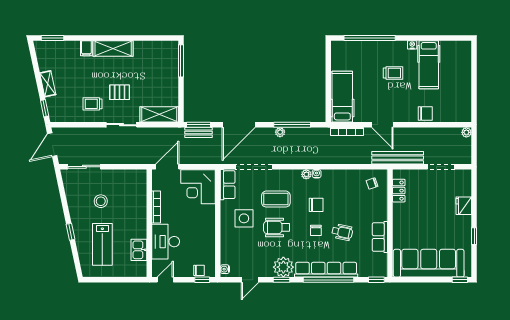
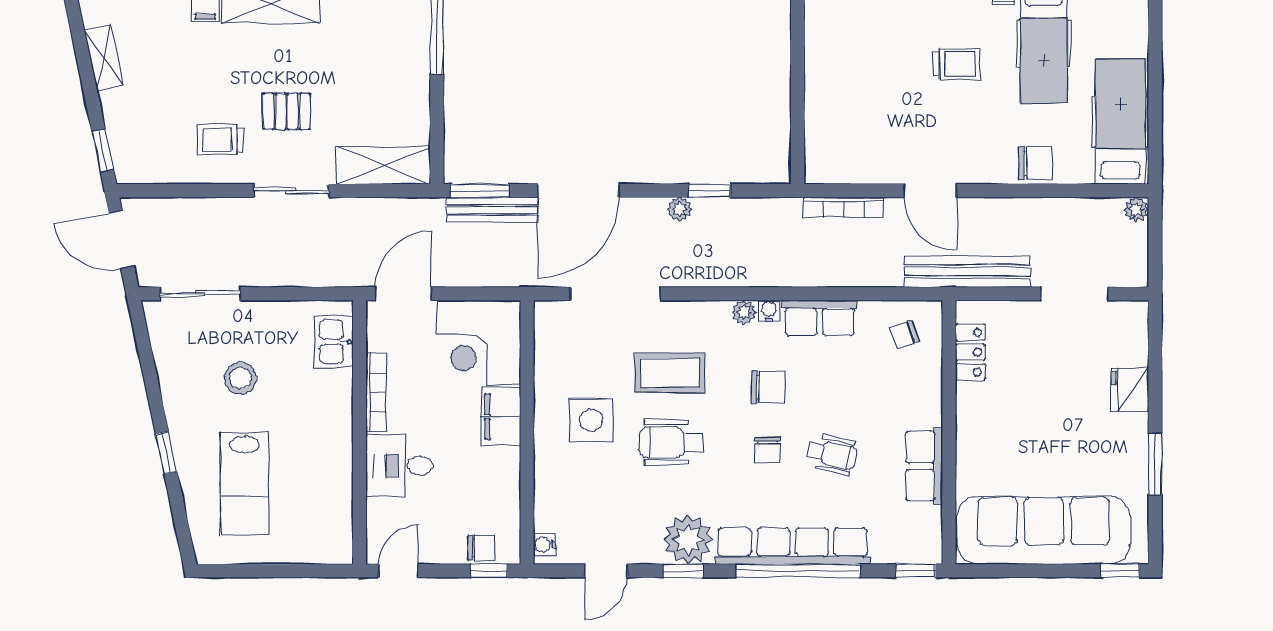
shelving: (48, 84) -> (104, 57), moved
hospital bed: (342, 97) -> (1120, 122), moved
window: (292, 125) -> (709, 191), width x0.46
bench: (199, 132) -> (492, 210), width x1.36
door: (52, 145) -> (122, 240), hinge flipped
row of seats: (228, 185) -> (820, 318), moved, turned 90
filing cabinet: (207, 217) -> (501, 417), added
window: (474, 236) -> (1155, 464), width x1.50
desk: (166, 242) -> (400, 466), width x0.73
kitchen sink: (139, 250) -> (334, 342), moved

